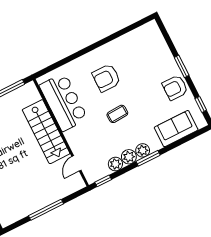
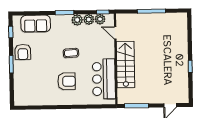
armchair: (175, 88) -> (23, 52), turned 90
plant: (143, 150) -> (100, 19), moved
door: (76, 163) -> (115, 33), swing flipped

